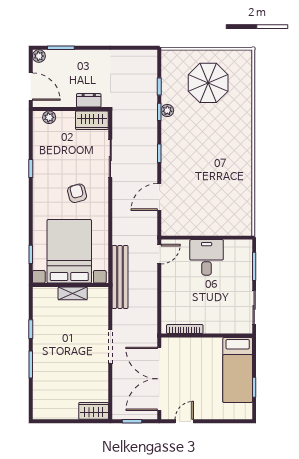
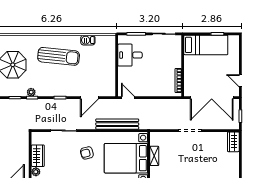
dresser: (89, 100) -> (24, 145), removed
wardrobe: (92, 120) -> (38, 156), moved
sun lounger: (221, 151) -> (59, 56), added
barbecue: (245, 195) -> (88, 40), added
door: (159, 197) -> (89, 98), hinge flipped
desk: (207, 257) -> (130, 55), moved
bench: (120, 277) -> (117, 124), moved

